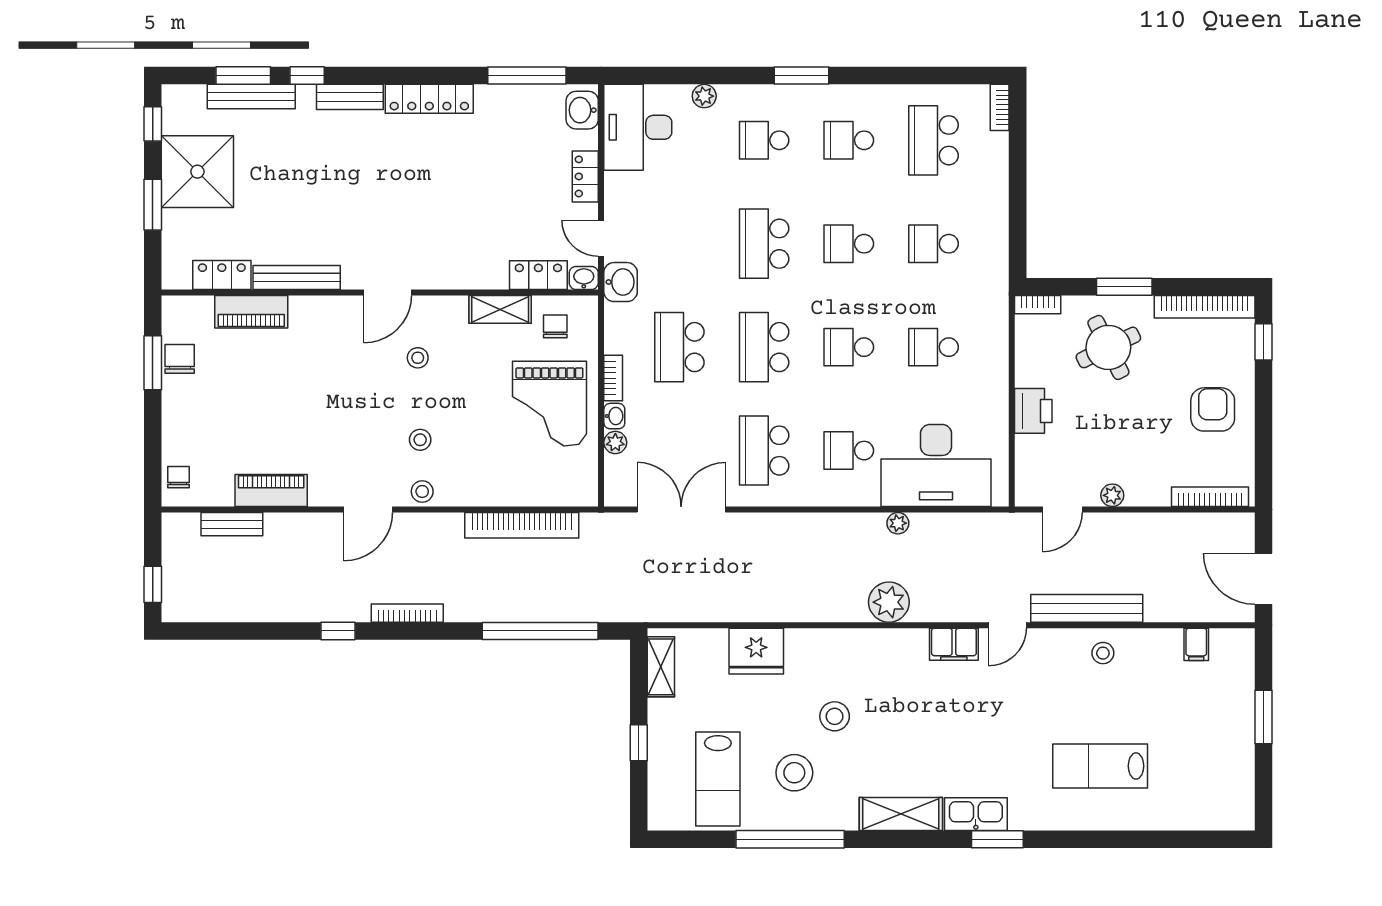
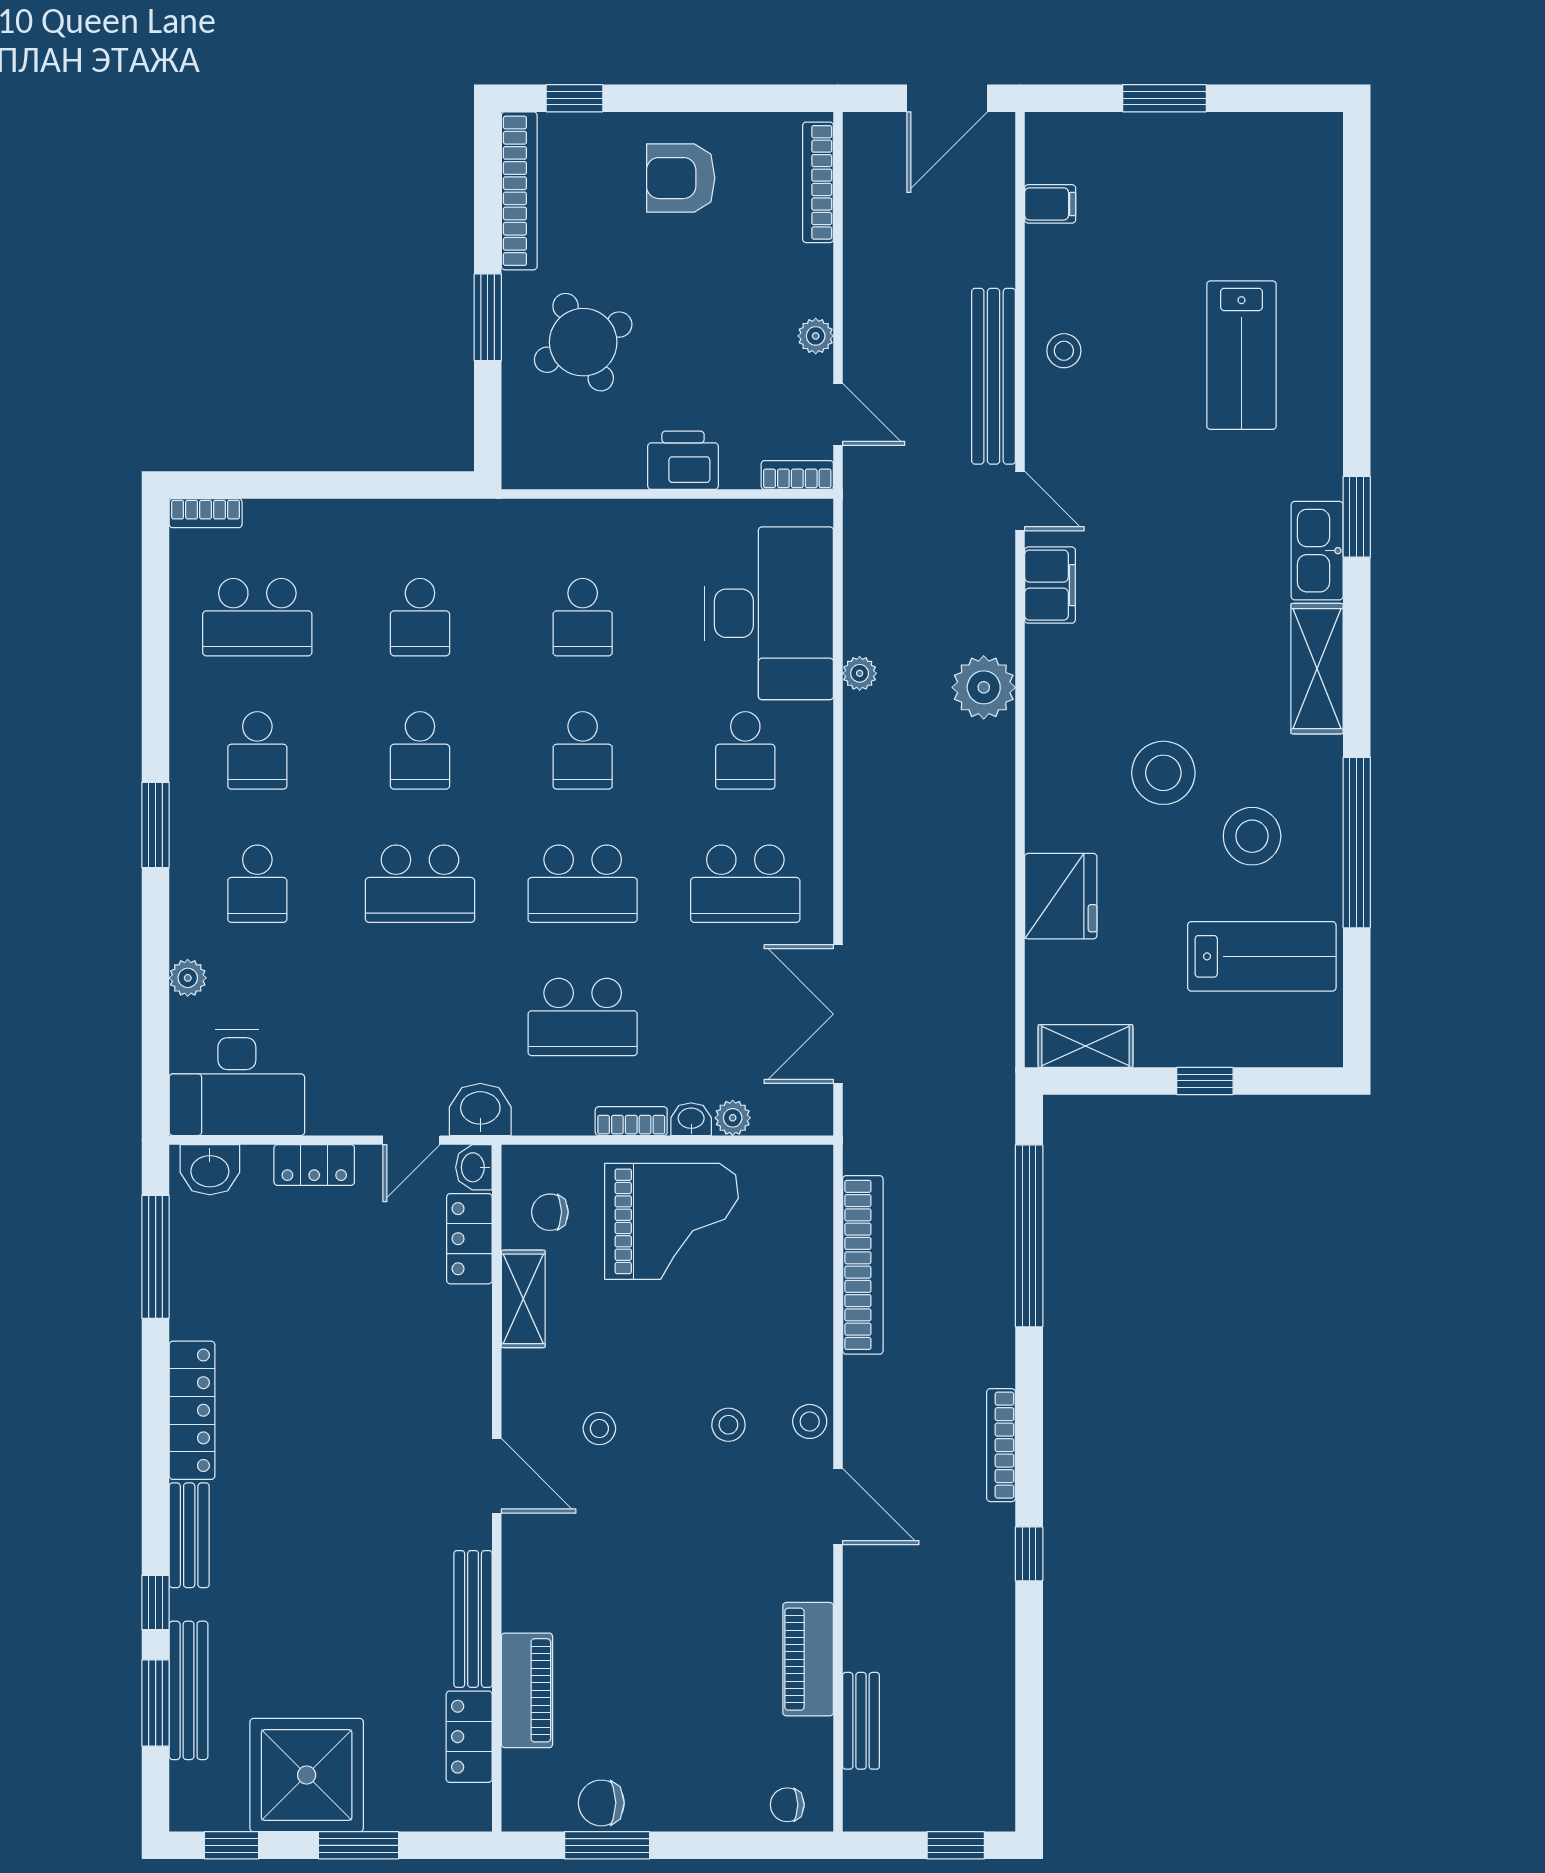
bookcase: (1038, 305) -> (797, 475), moved, turned -90
stool: (835, 716) -> (1163, 773), width x1.38, depth x1.38

